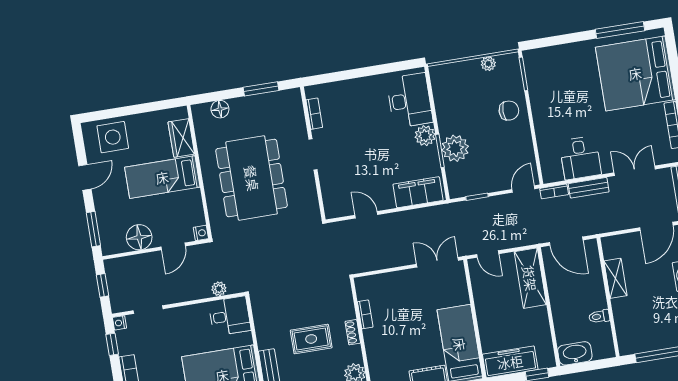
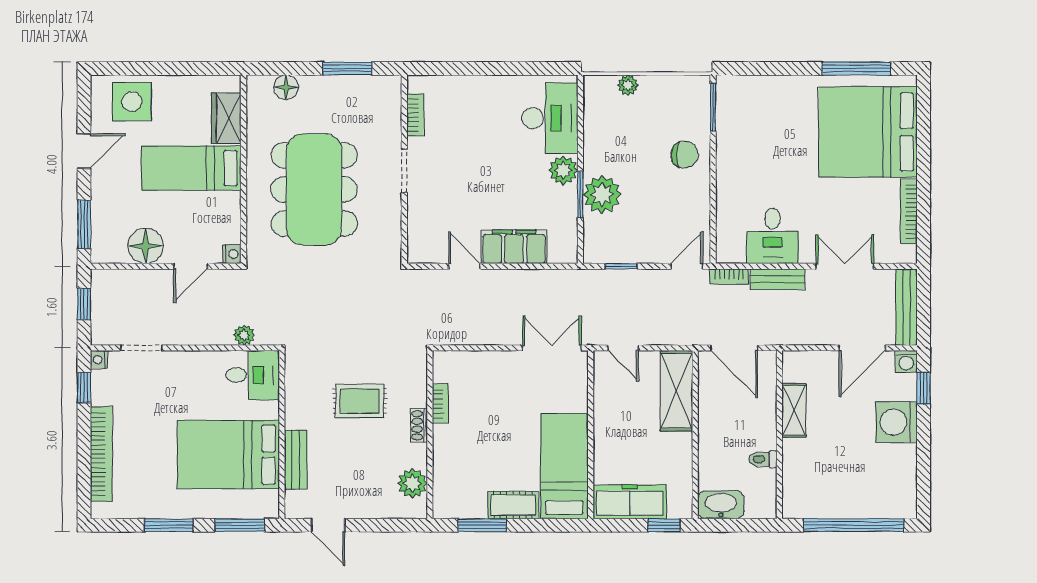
plant: (488, 64) -> (628, 85), moved
filing cabinet: (418, 192) -> (514, 247), moved
rug: (311, 339) -> (360, 401), moved

